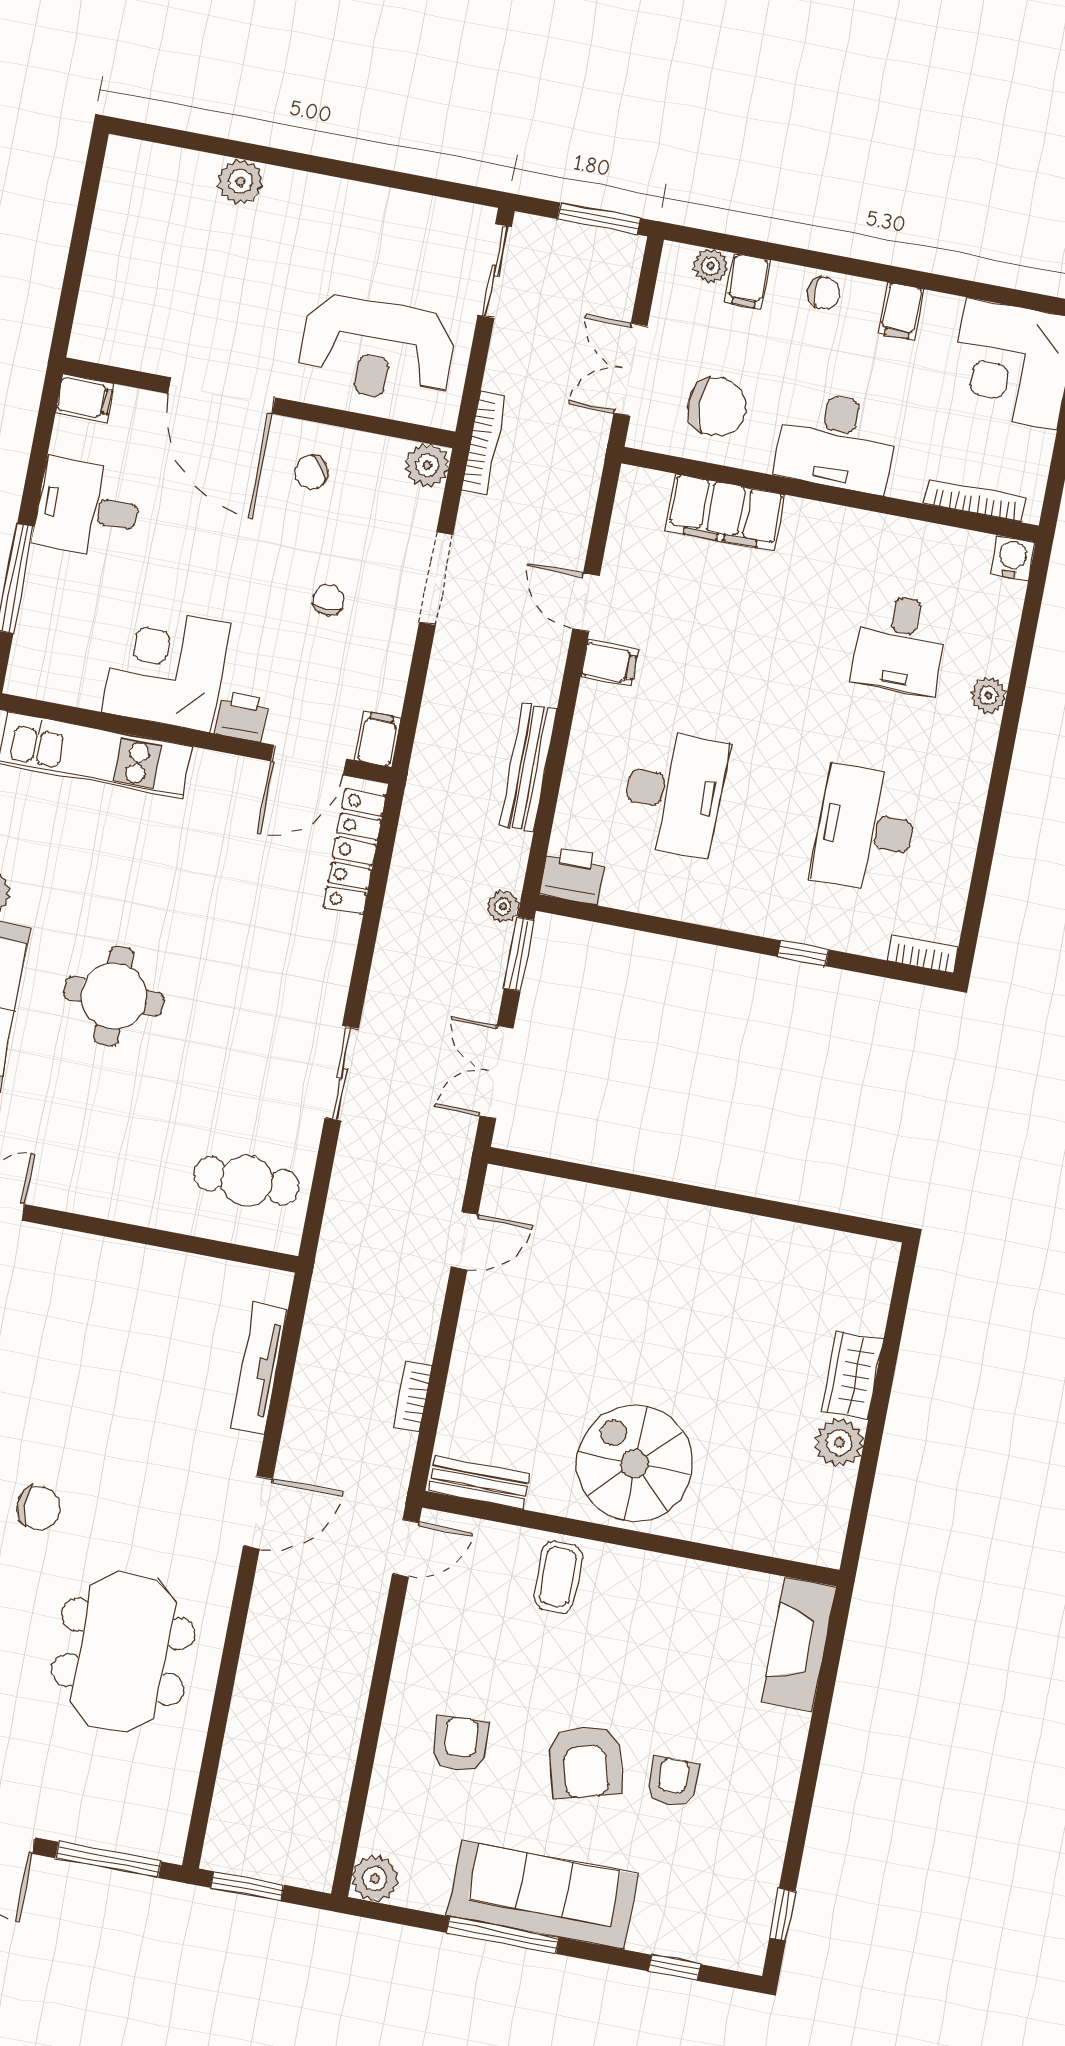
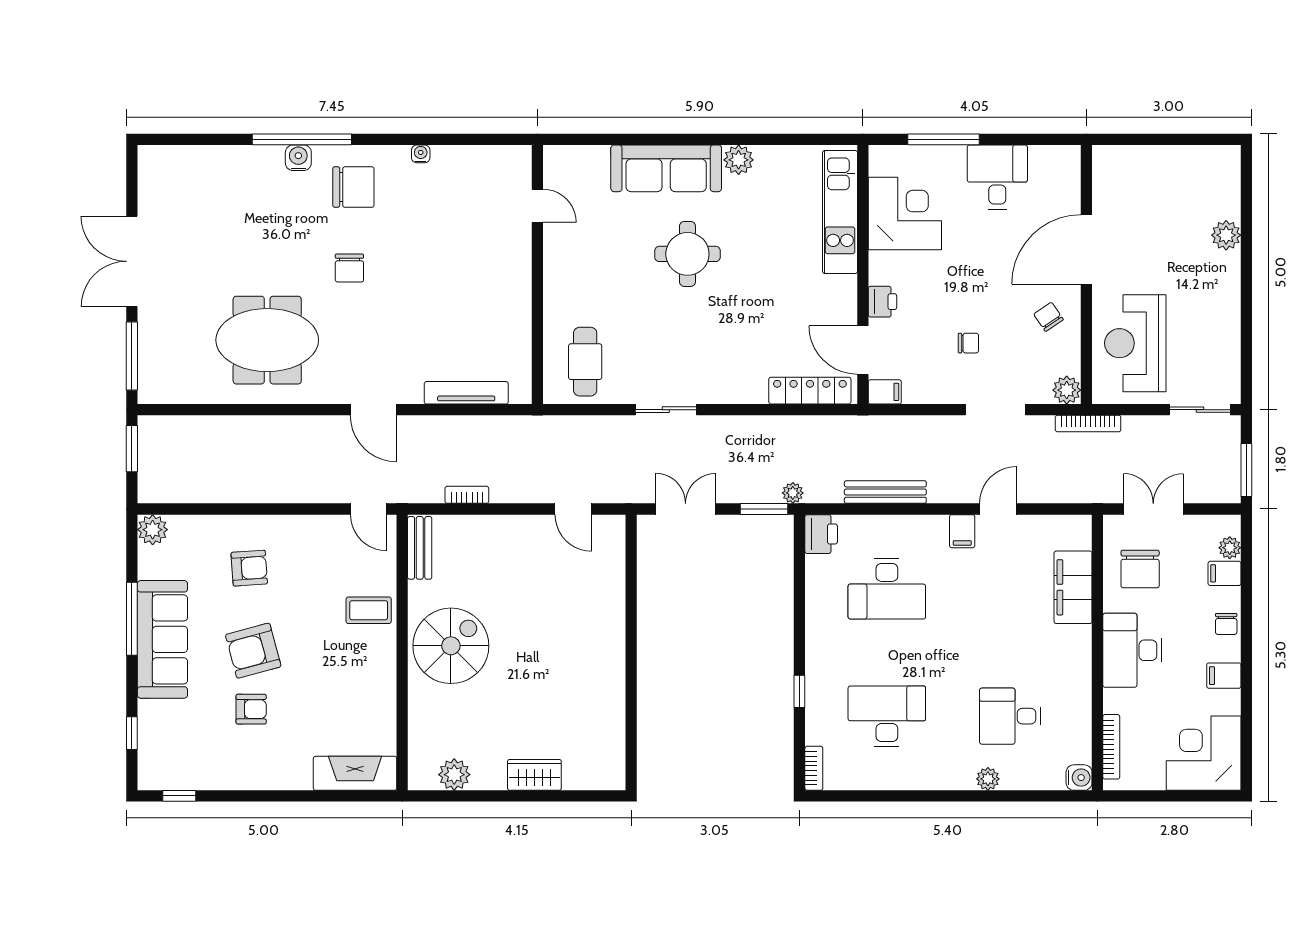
filing cabinet: (85, 398) -> (1068, 162), removed
corner desk: (167, 668) -> (905, 213), moved
plant: (839, 1442) -> (454, 775), moved

